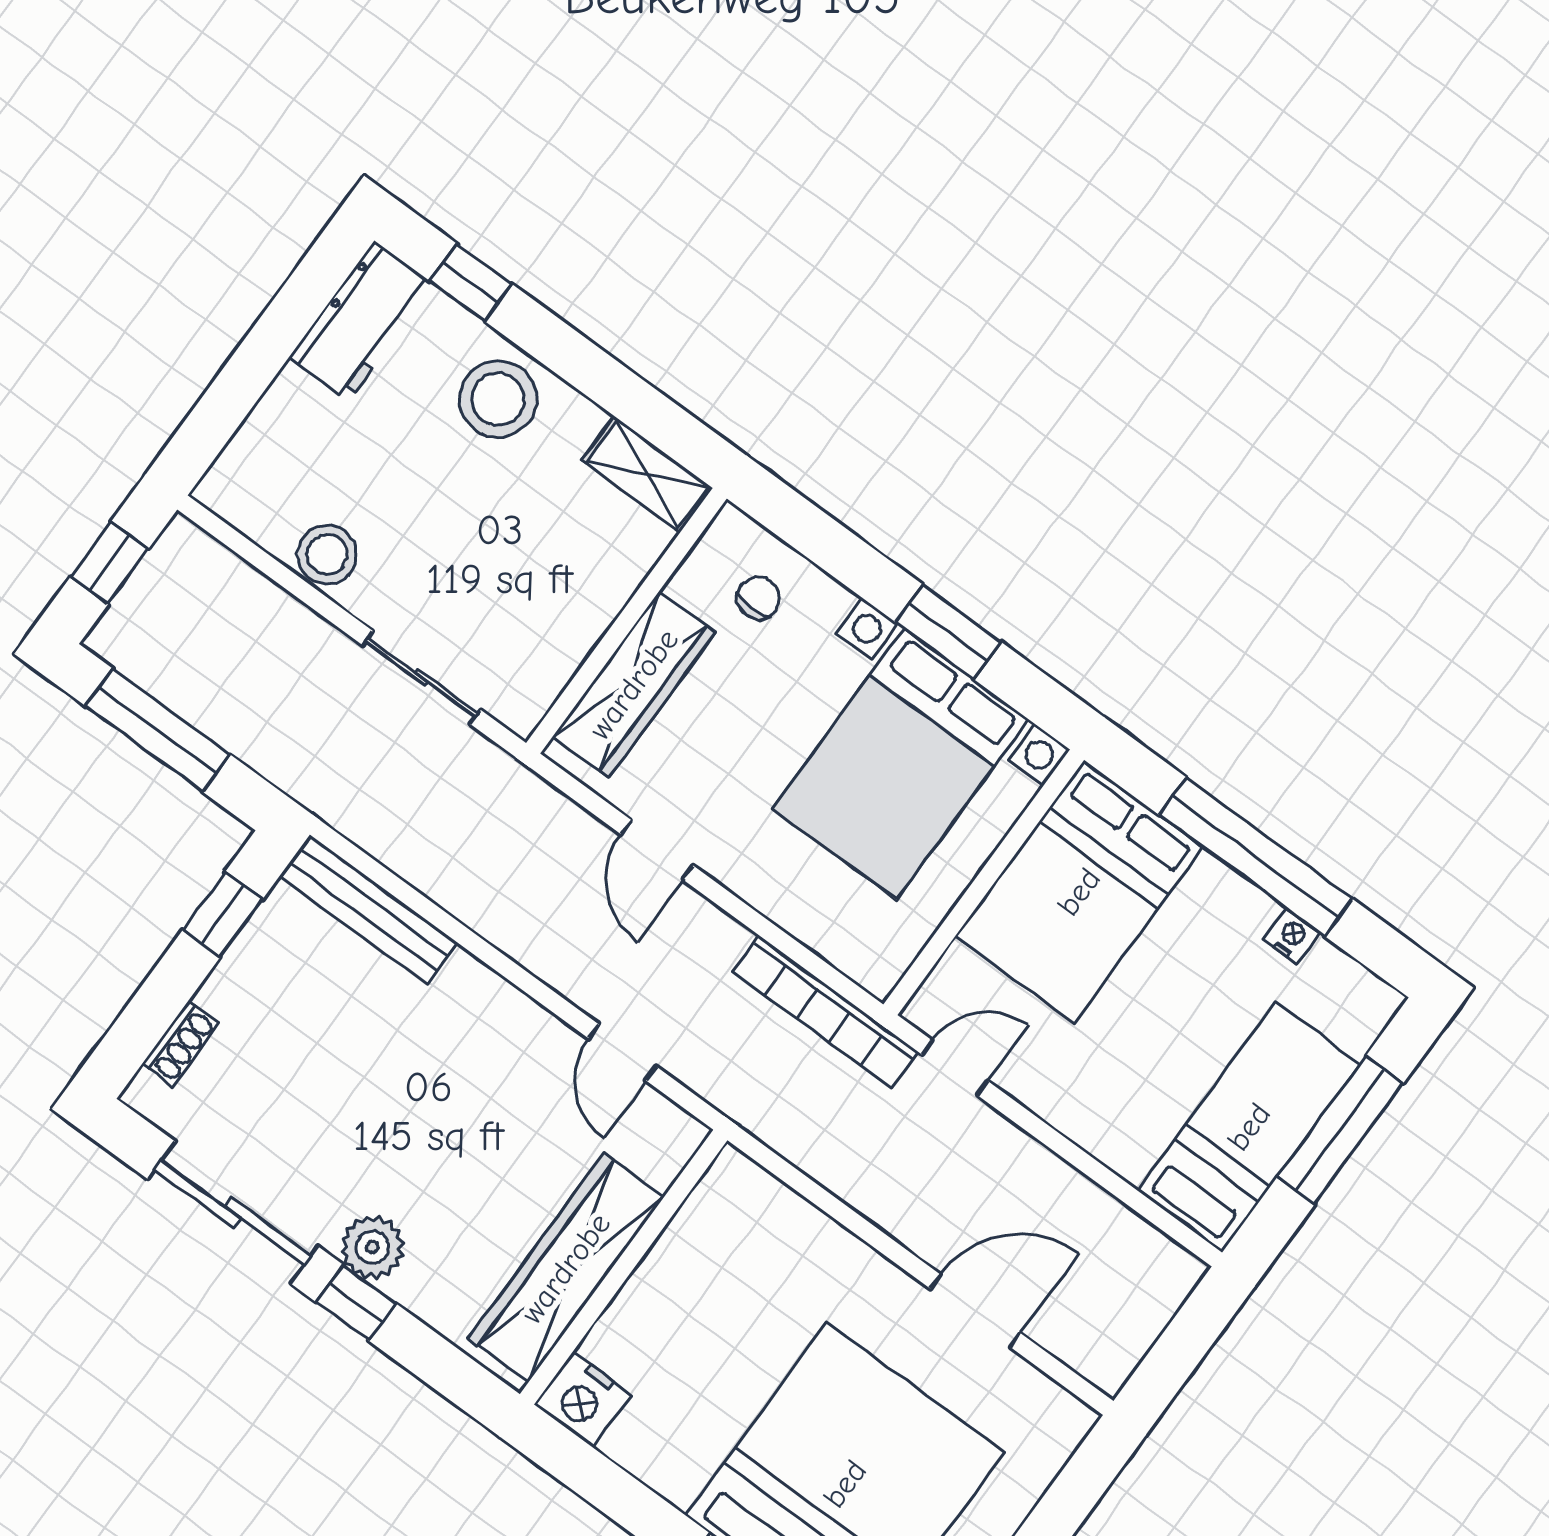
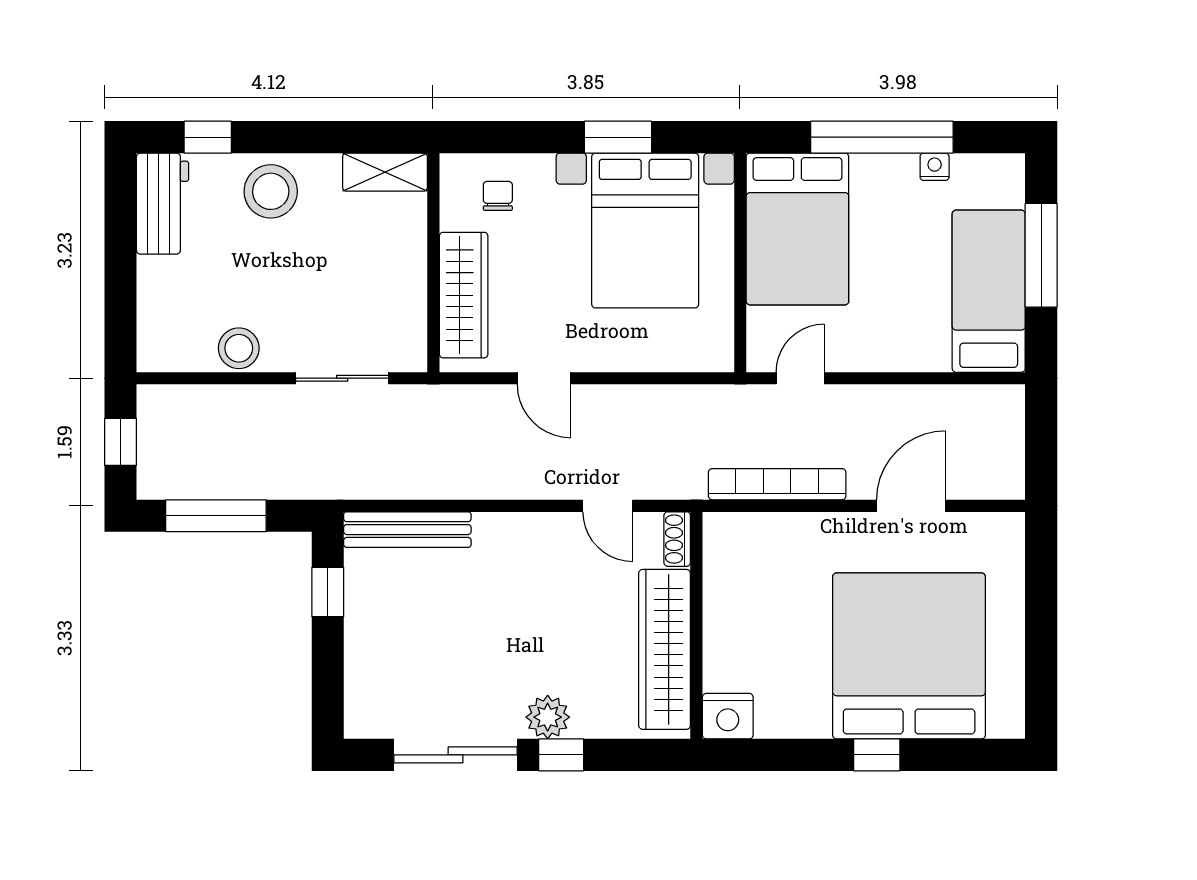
bookcase: (826, 1012) -> (777, 484), moved, turned 180
shoe rack: (181, 1043) -> (677, 539), moved, turned 180

